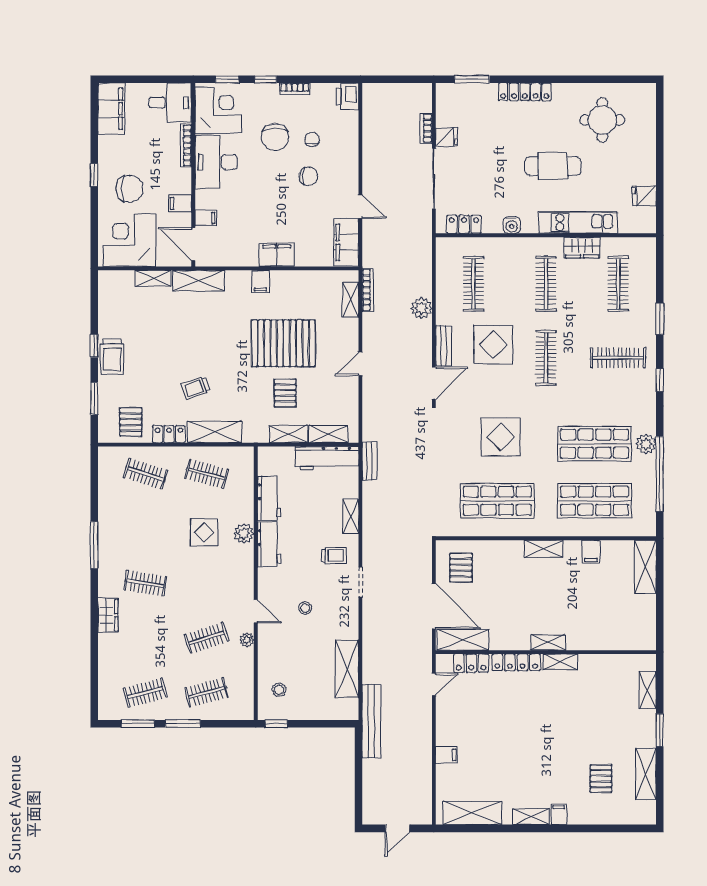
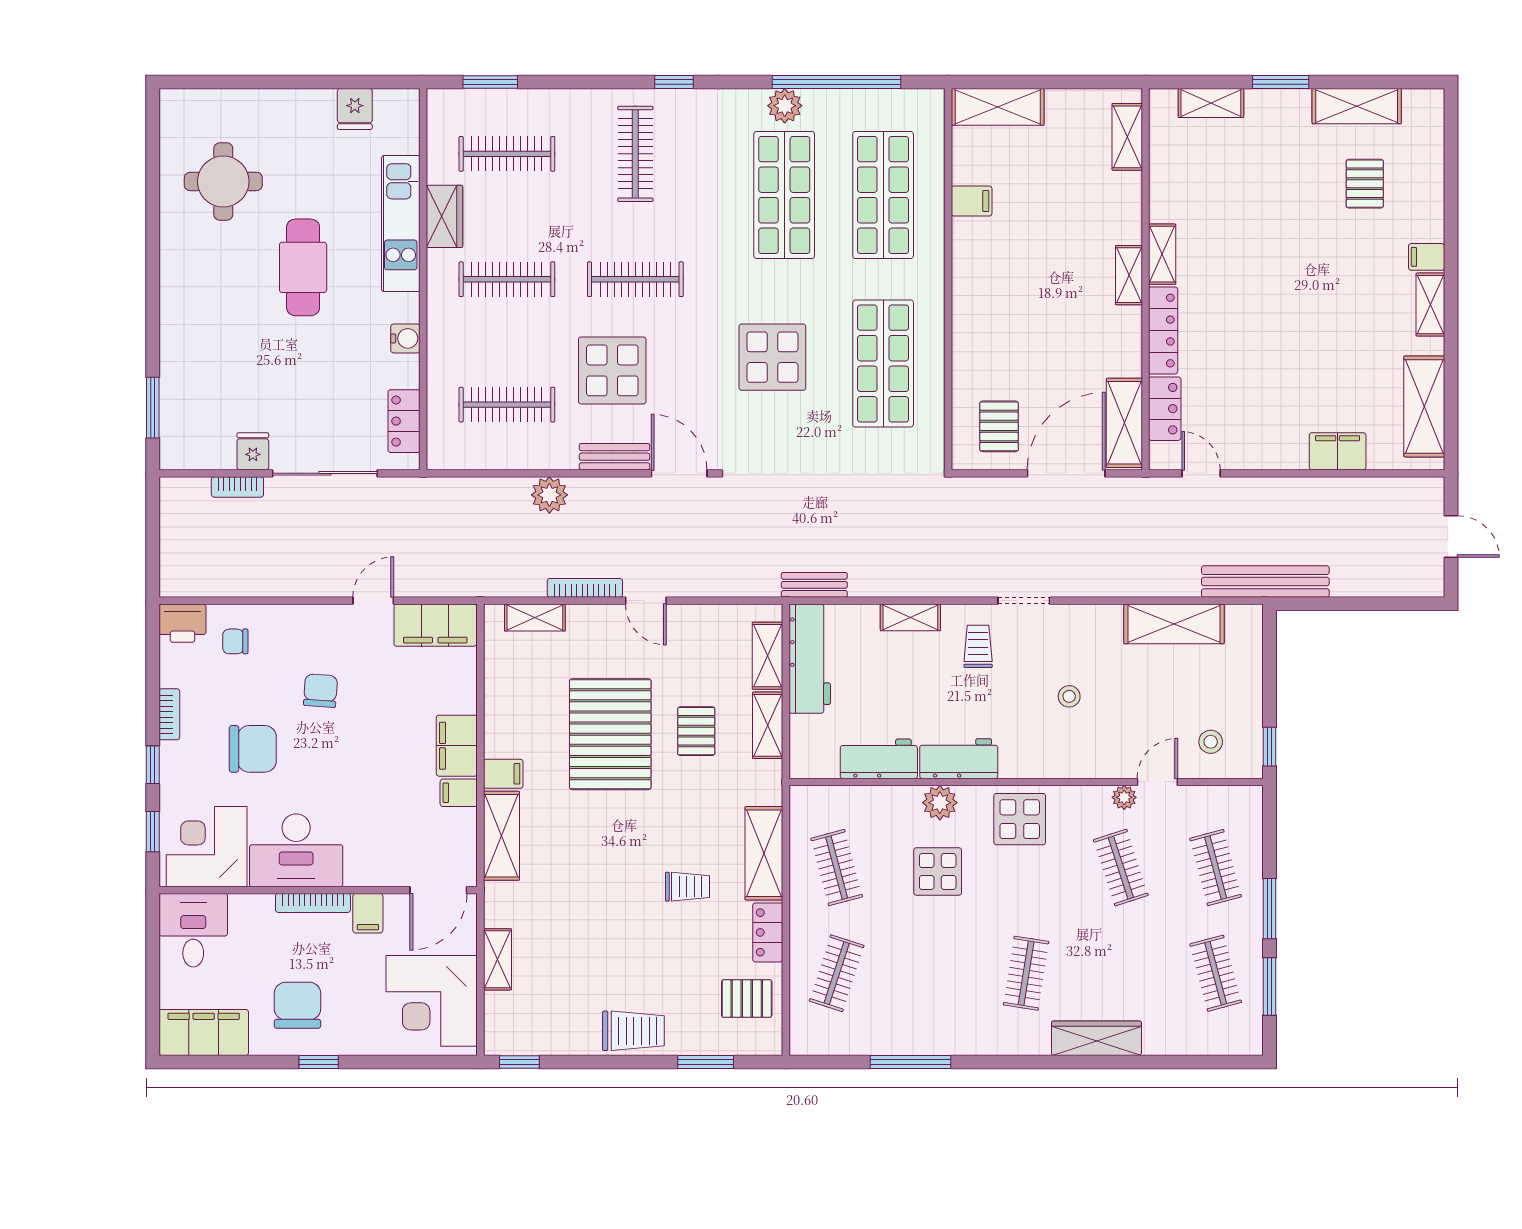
locker: (525, 92) -> (174, 316), removed
chair: (312, 140) -> (235, 641), moved
bookcase: (186, 145) -> (313, 903), moved
chair: (130, 189) -> (297, 1005), moved
filing cabinet: (206, 218) -> (459, 793), moved, turned -90
shelving: (198, 281) -> (501, 836), moved
bookcase: (368, 290) -> (585, 588), moved
window: (660, 319) -> (490, 82), moved
window: (94, 346) -> (519, 1062), moved
trolley: (195, 388) -> (687, 887), turned -71
pallet: (285, 393) -> (696, 731), turned 90
clothes rail: (206, 474) -> (837, 868), turned -30
window: (94, 545) -> (910, 1062), moved
shelving: (544, 549) -> (1127, 137), moved
pallet: (461, 568) -> (999, 426), turned 90
display table: (234, 580) -> (1020, 819), added
door: (256, 611) -> (1157, 782), moved
wardrobe: (108, 615) -> (1096, 1038), width x1.50
filing cabinet: (447, 755) -> (1338, 451), width x2.00
pallet: (601, 779) -> (1365, 184), turned 90

